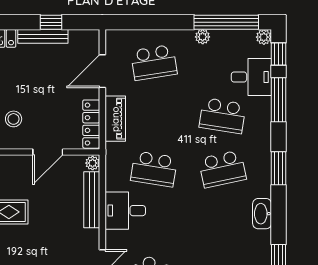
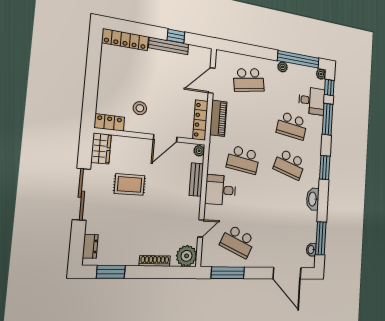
school desk: (223, 169) -> (290, 164), turned 30
bench: (92, 200) -> (196, 180), width x0.73

